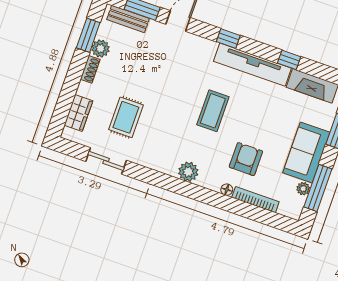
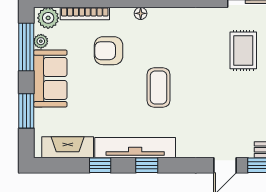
window: (228, 39) -> (147, 165), moved
armchair: (246, 159) -> (109, 51), turned 90
plant: (188, 172) -> (48, 18), moved
floor lamp: (227, 190) -> (141, 13), moved

